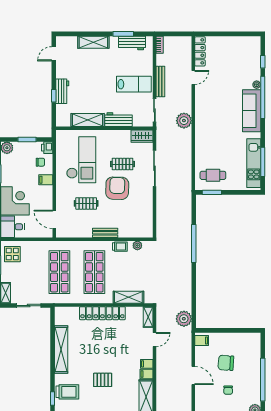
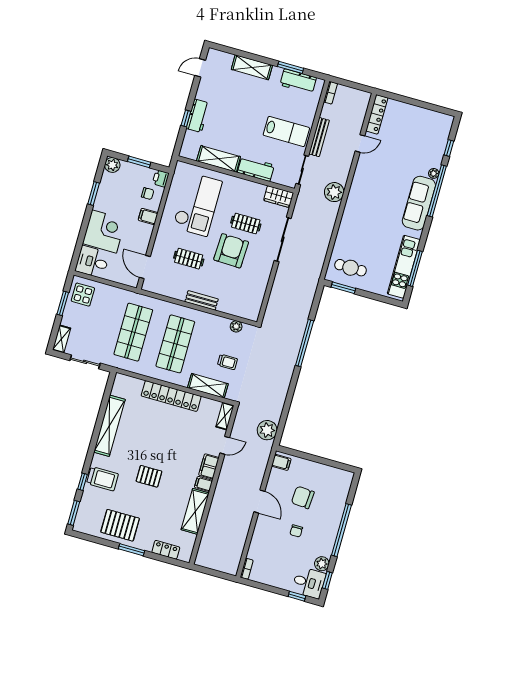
trolley: (120, 247) -> (227, 362), moved
filing cabinet: (147, 364) -> (209, 466), width x2.00

